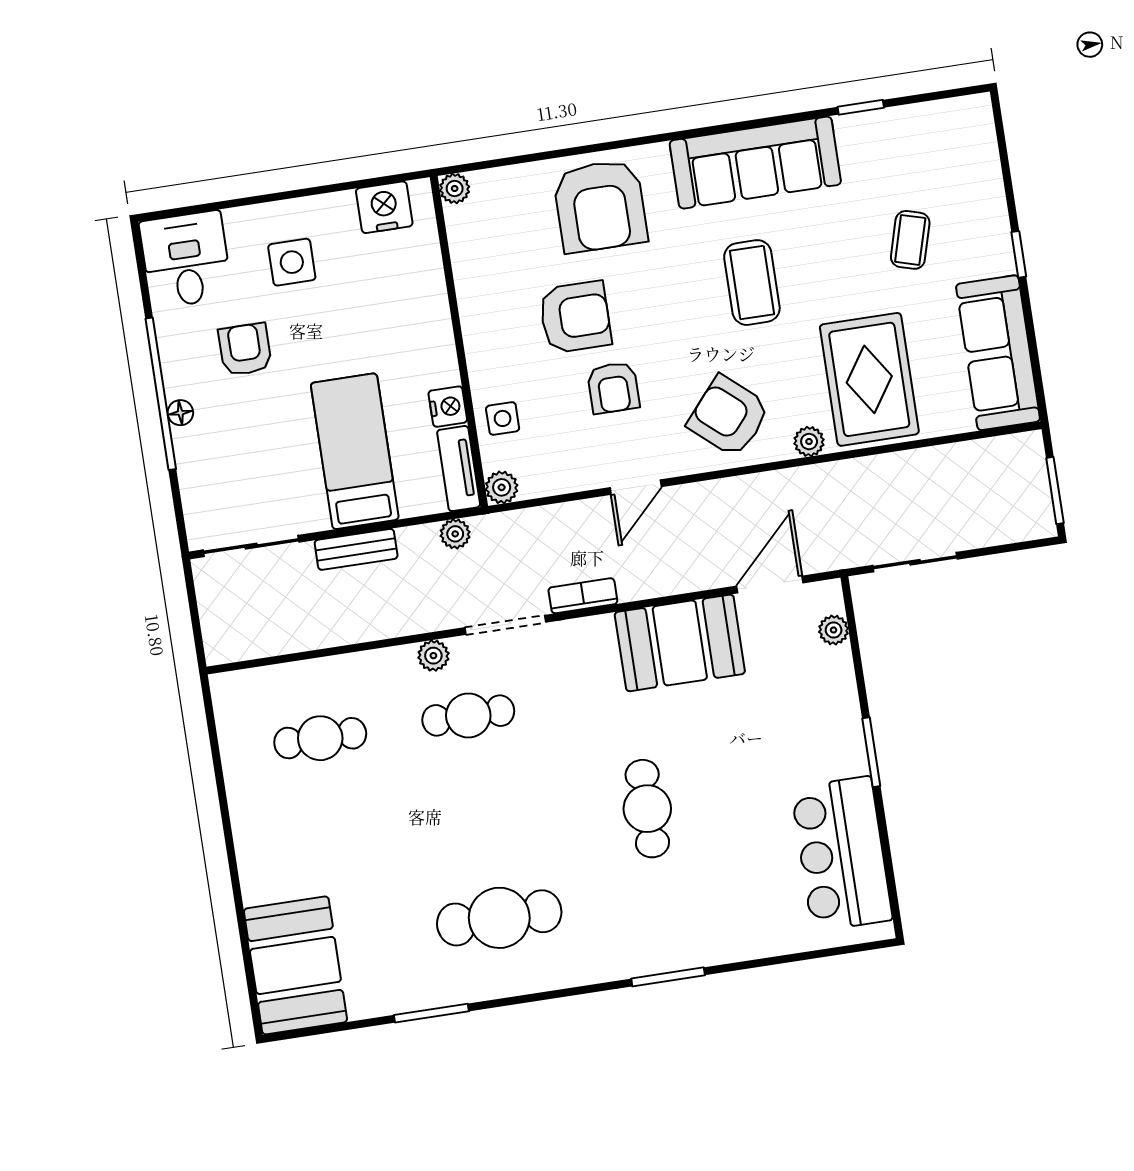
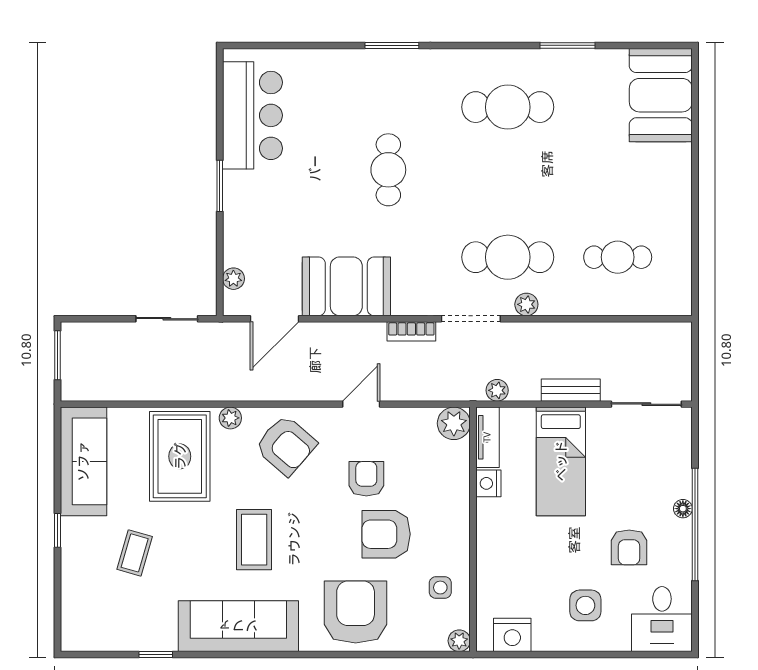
side table: (503, 418) -> (440, 588), moved
plant: (502, 487) -> (454, 423), width x1.38, depth x1.38
cafe table: (468, 715) -> (508, 257), width x1.37, depth x1.35

